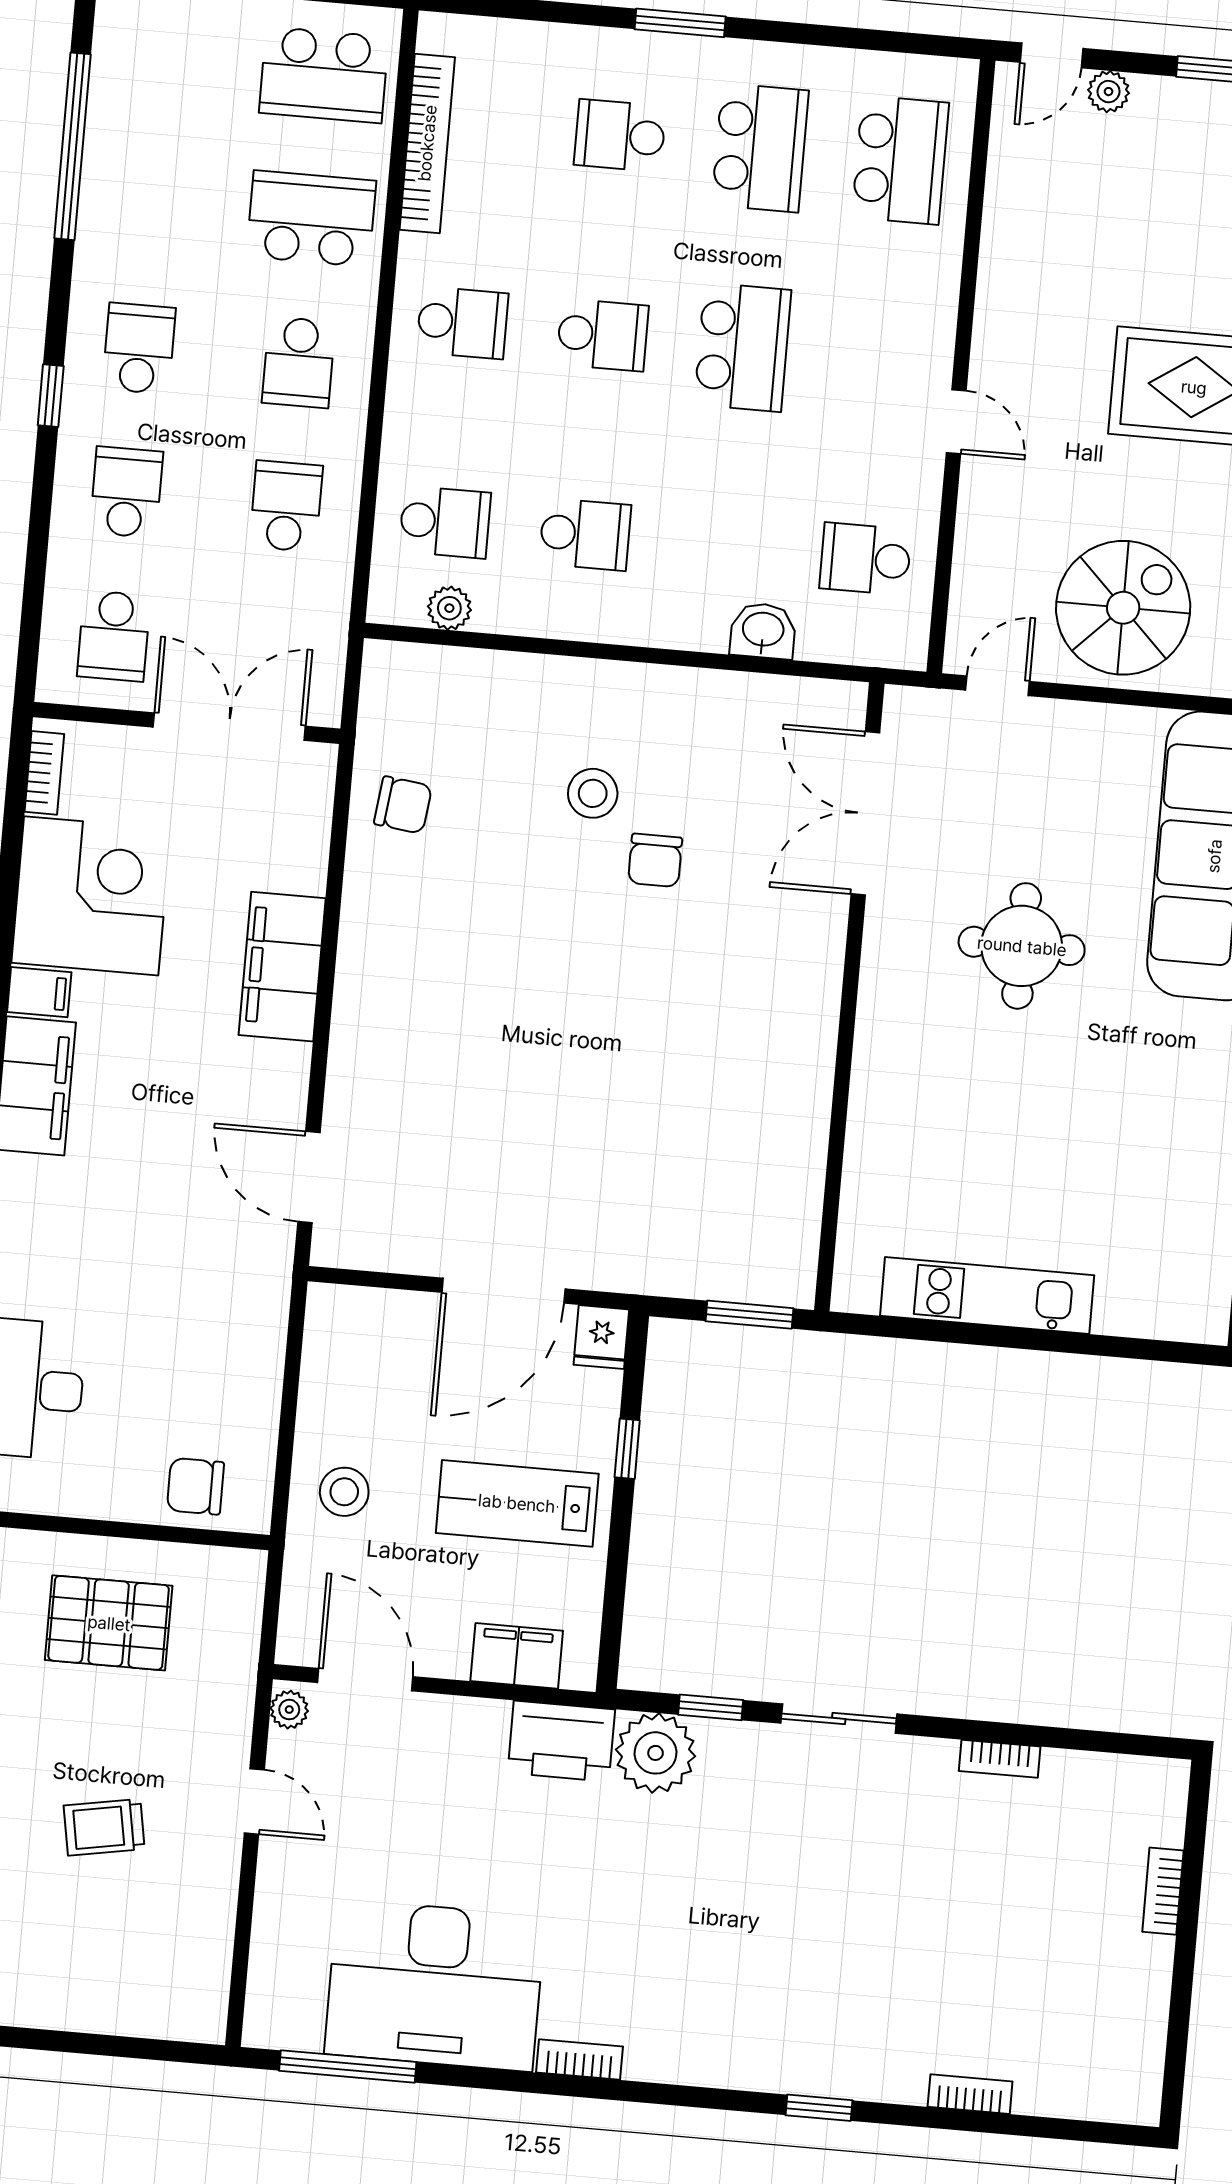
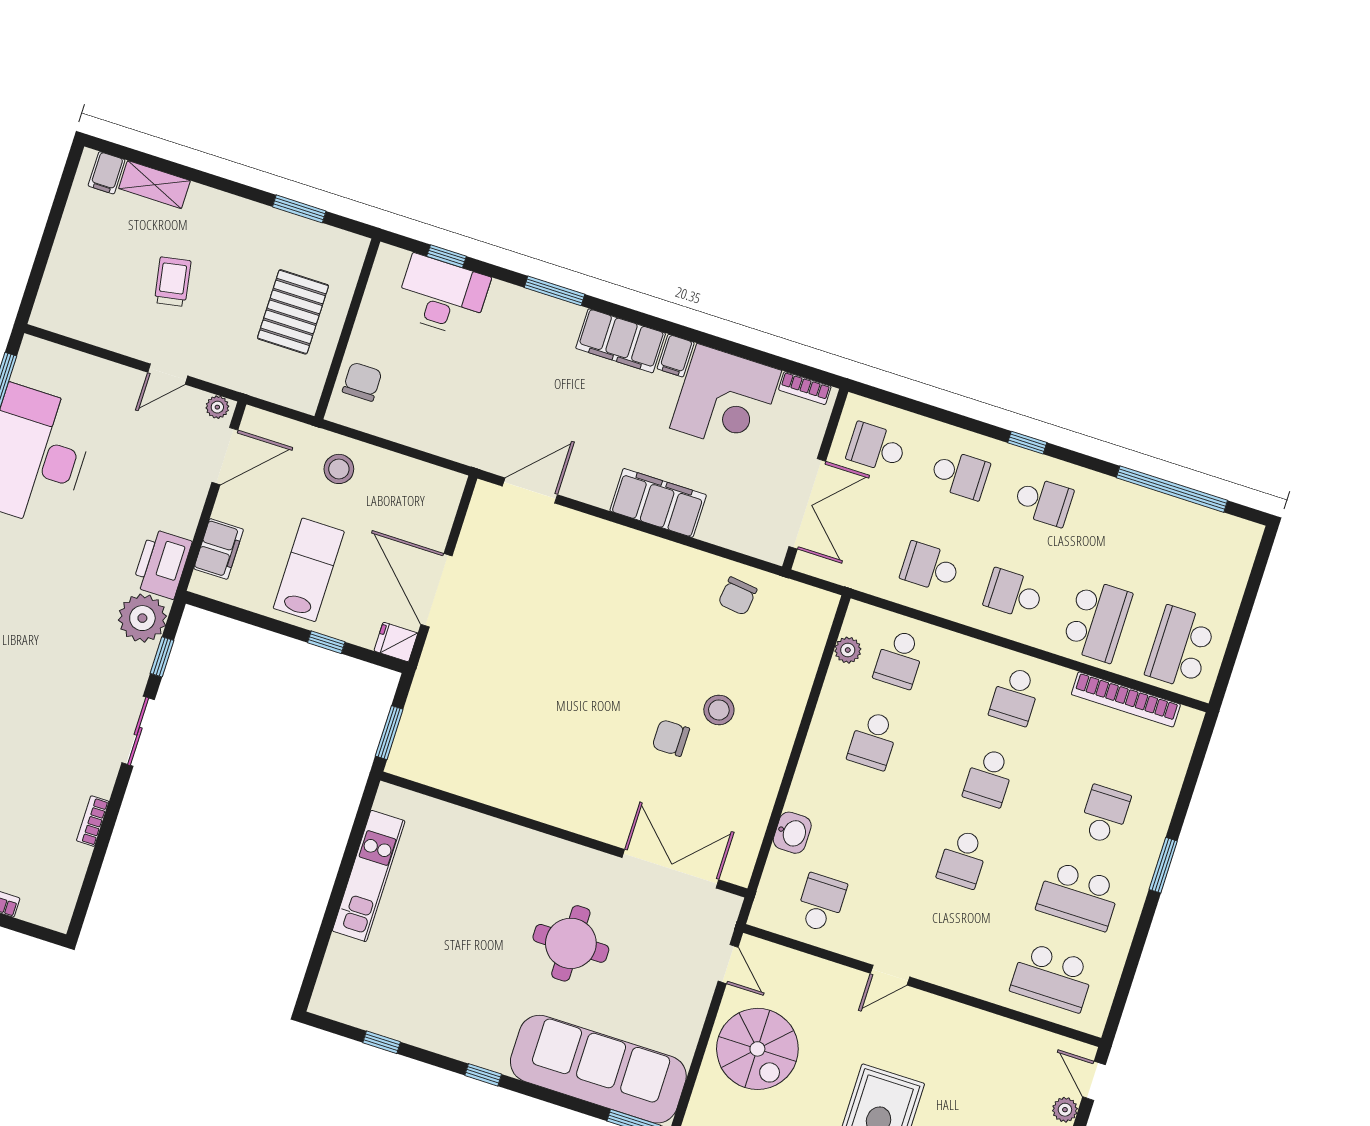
school desk: (743, 347) -> (963, 859), width x0.54
school desk: (286, 506) -> (930, 567), turned 180

